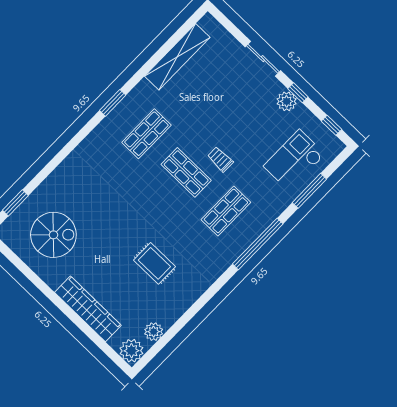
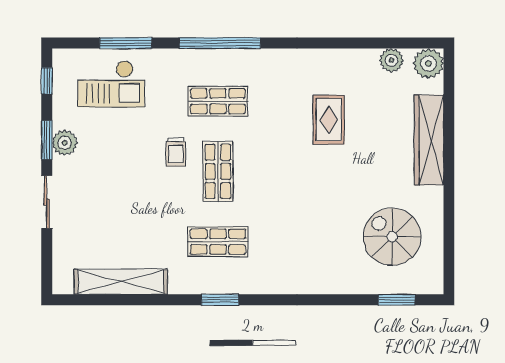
window: (298, 93) -> (47, 140), width x1.50

